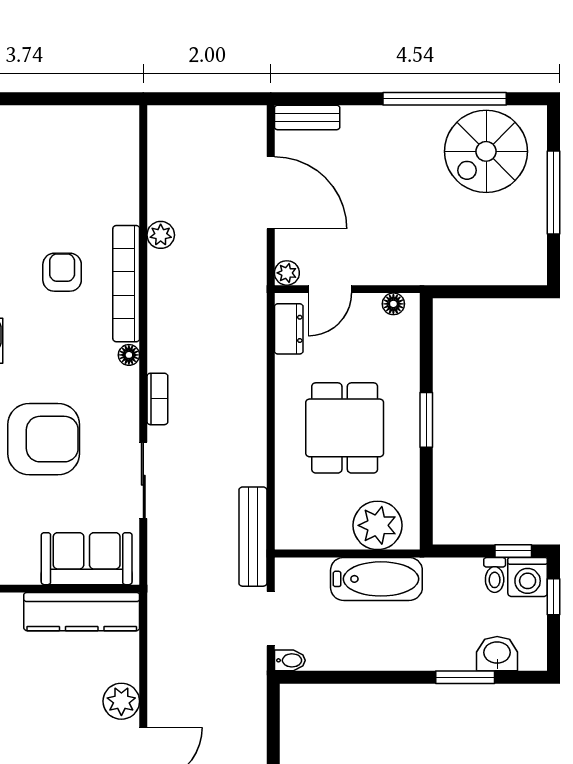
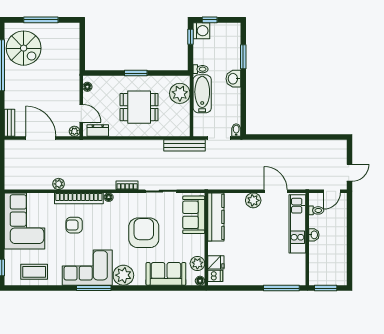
corner sofa: (72, 153) -> (24, 221), added
door: (271, 193) -> (41, 138), hinge flipped
toilet: (495, 575) -> (201, 69), moved
washbasin: (497, 654) -> (233, 79), moved

